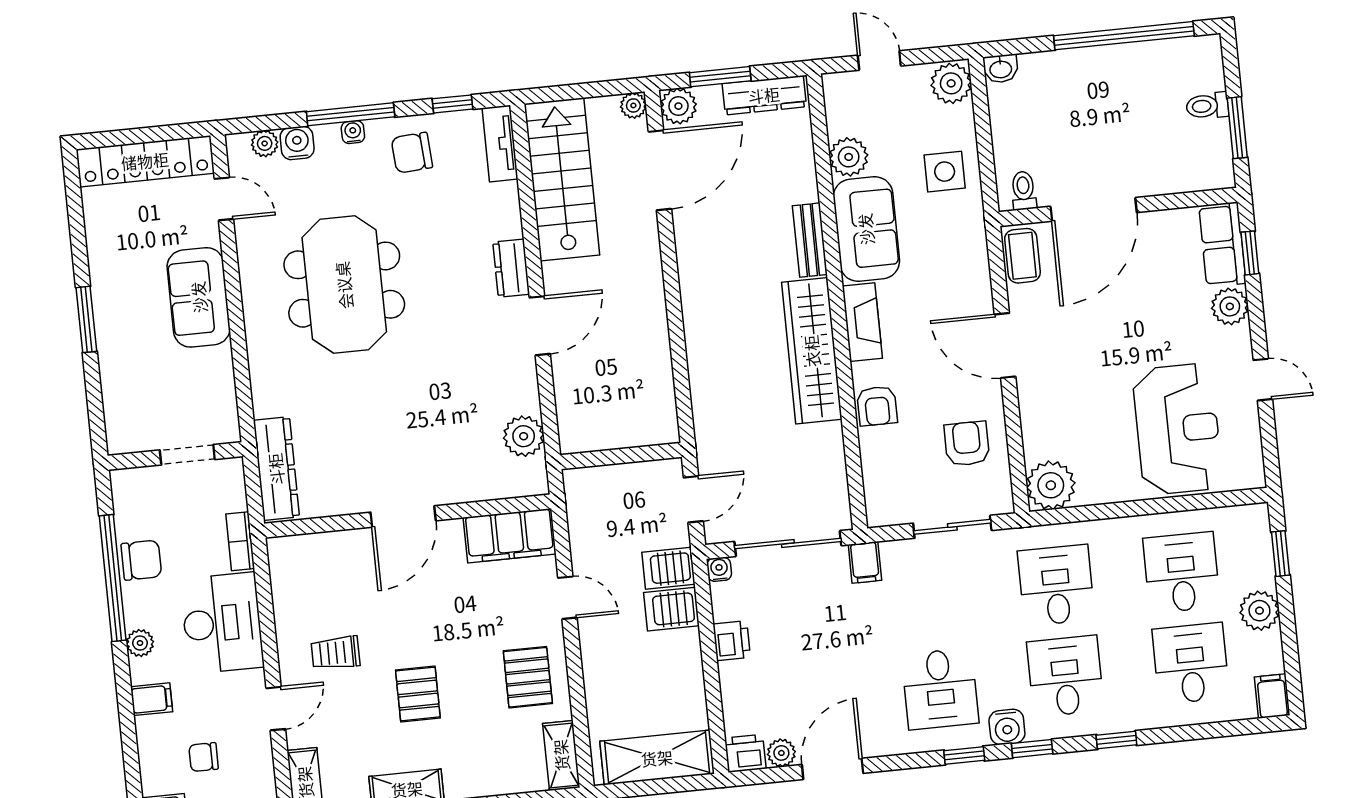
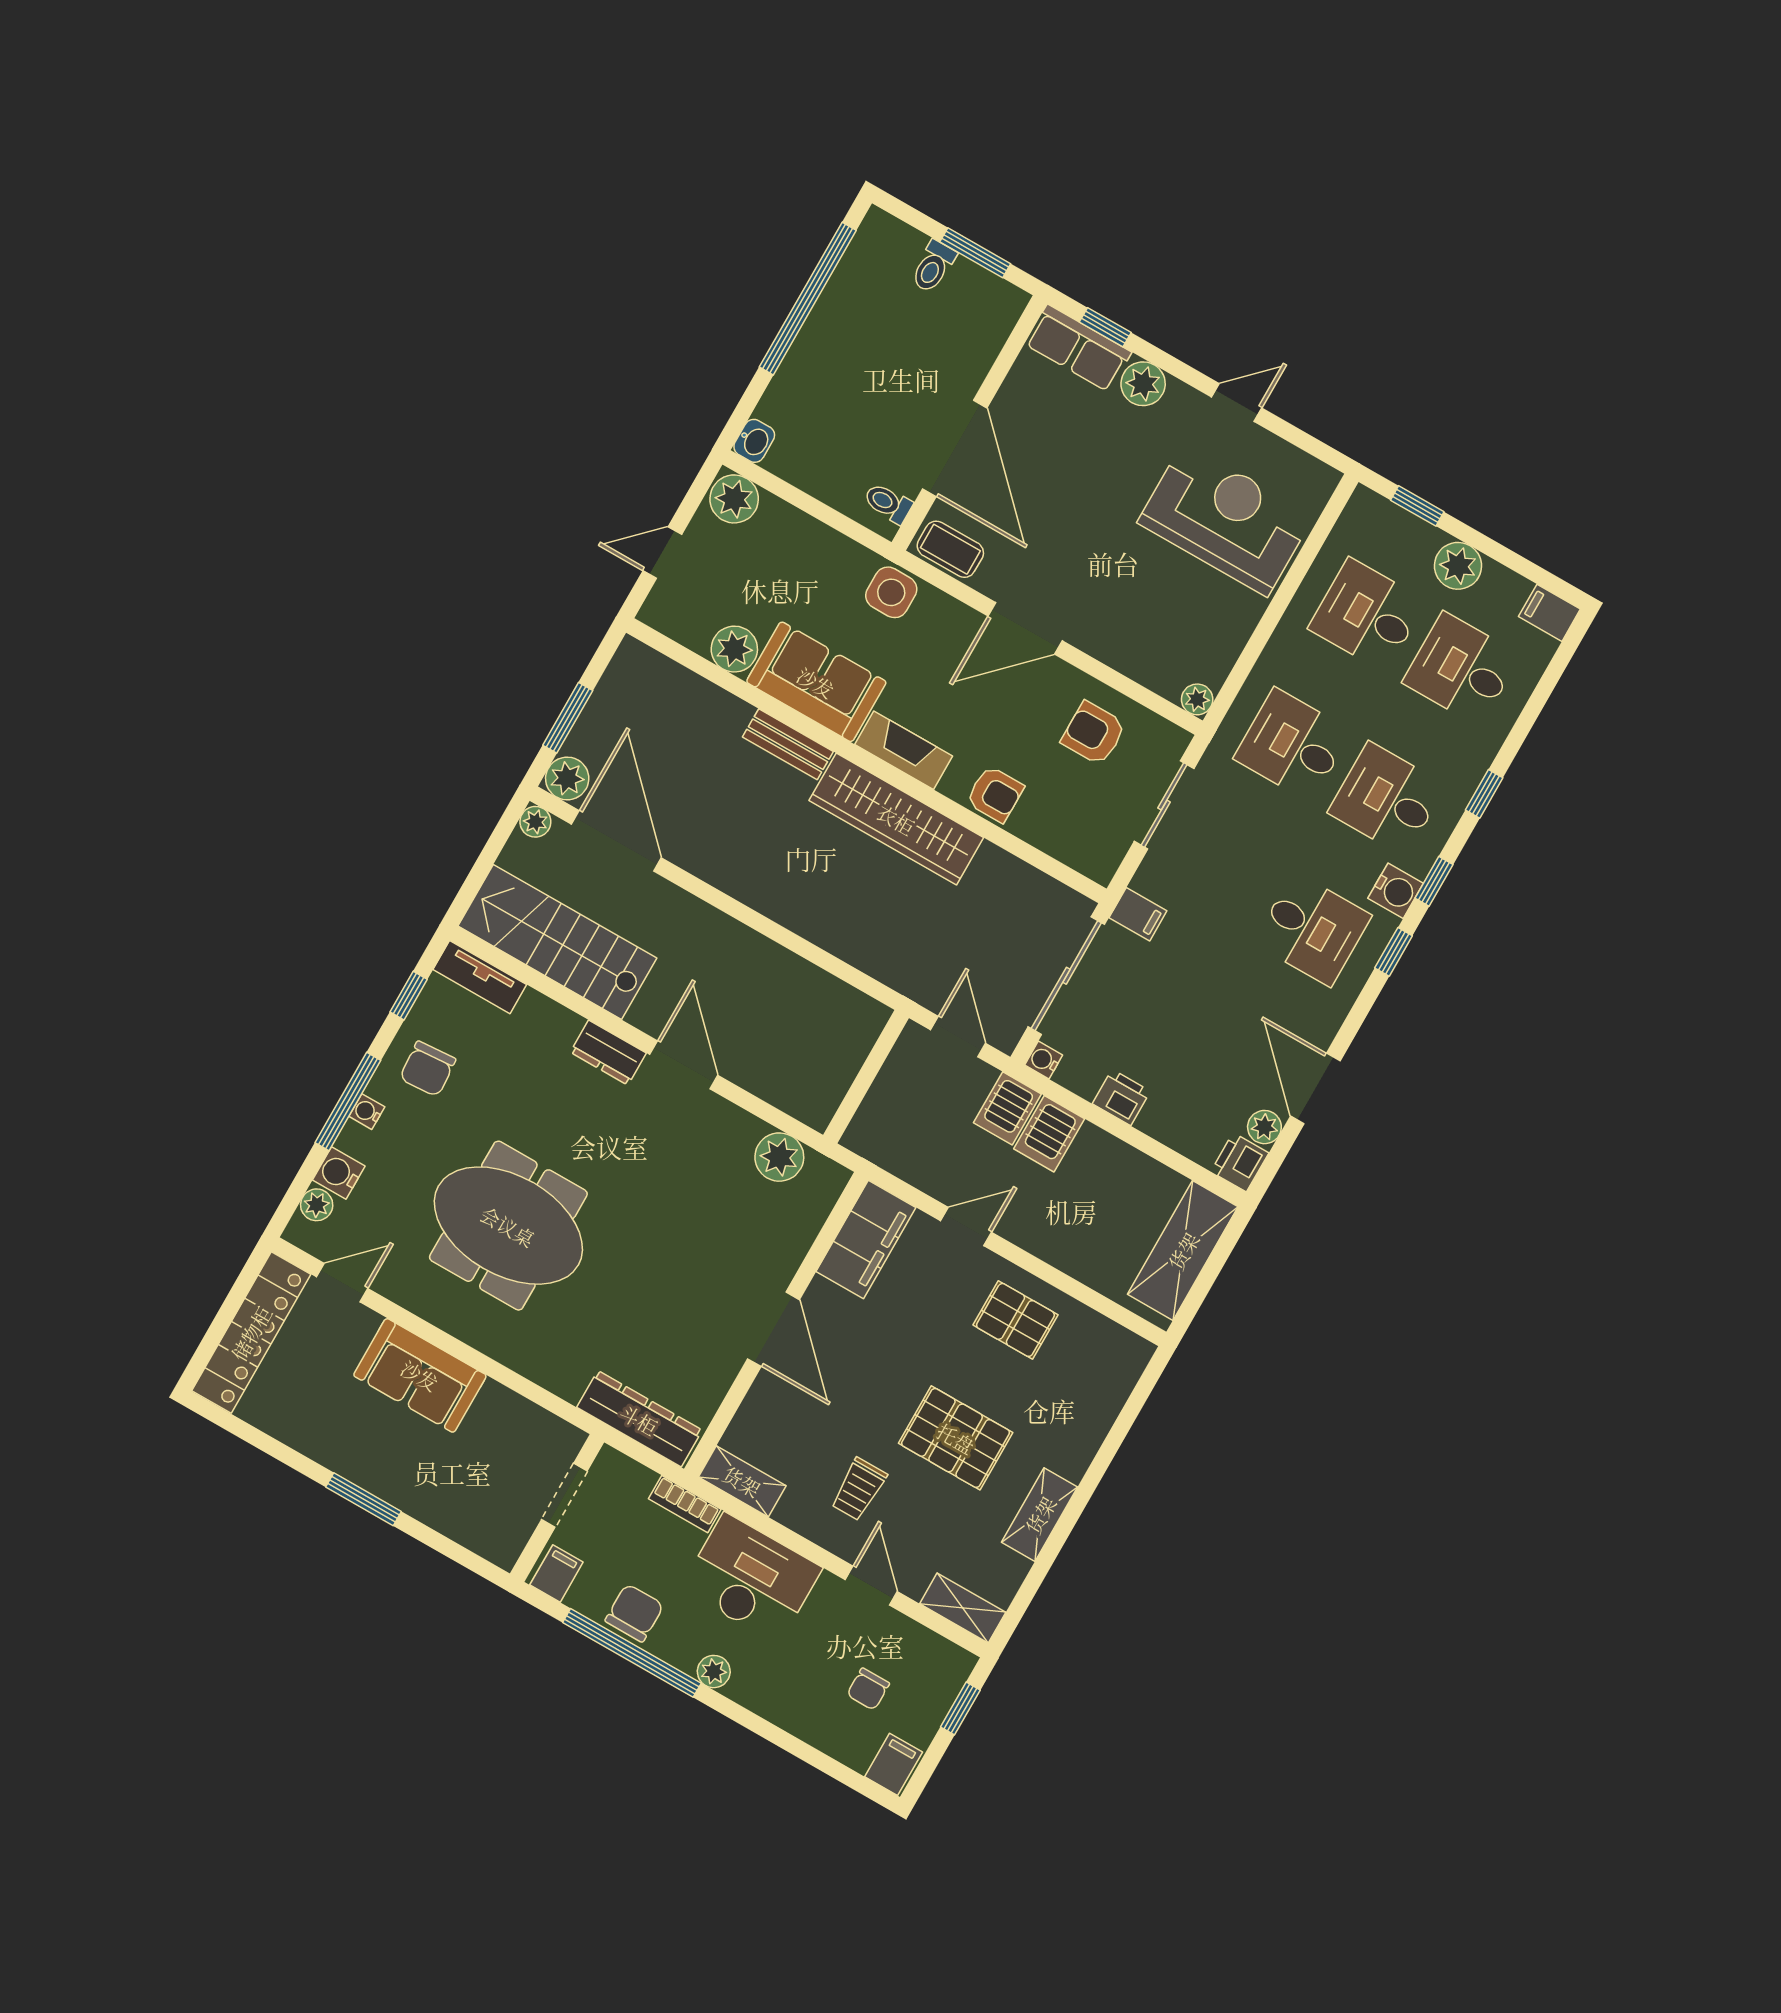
dresser: (764, 95) -> (616, 688), removed
side table: (945, 172) -> (891, 592), moved
plant: (1051, 485) -> (1197, 699), width x0.53, depth x0.53
pallet: (418, 694) -> (956, 1438), width x1.50, depth x1.42
filing cabinet: (152, 699) -> (556, 1573), moved
shelving: (561, 755) -> (742, 1481), moved

